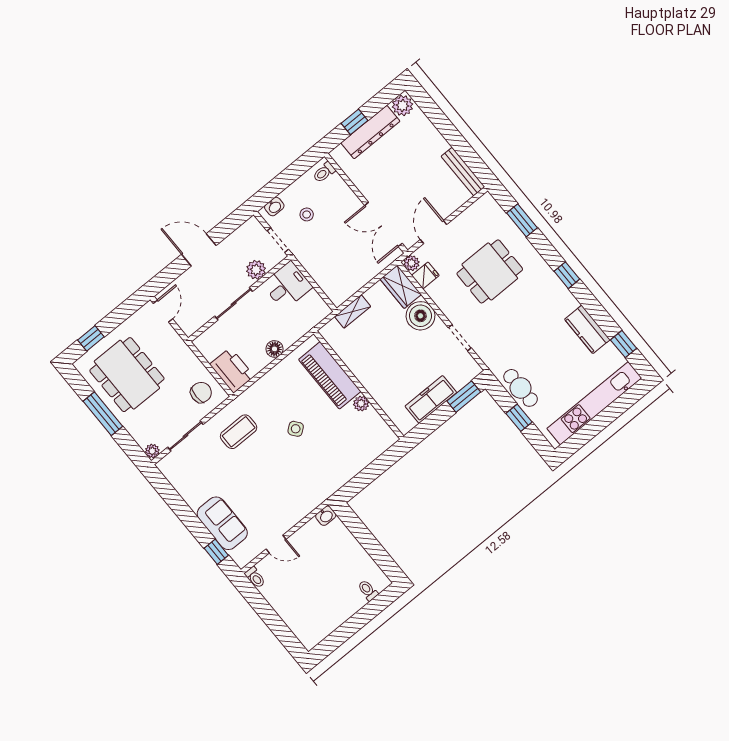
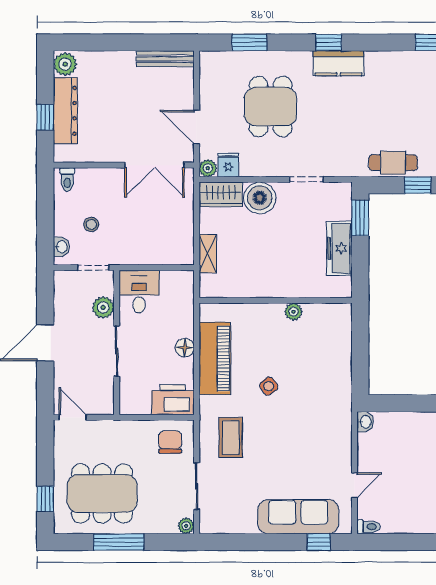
kitchen counter: (587, 329) -> (339, 63), moved
piano: (330, 375) -> (215, 358), moved, turned -90
sofa: (222, 523) -> (298, 517), width x1.36

